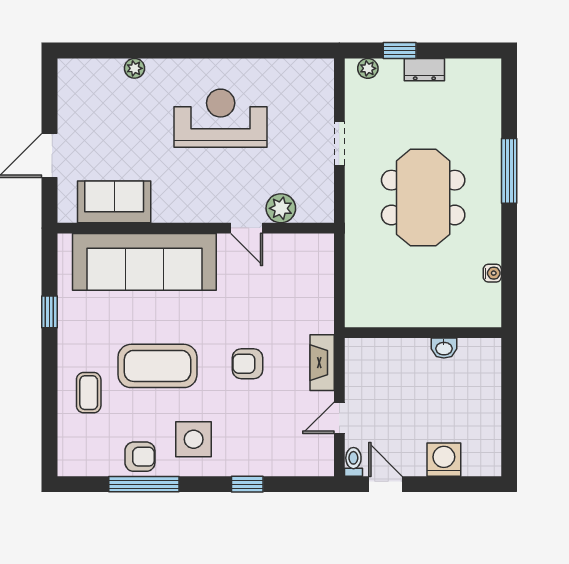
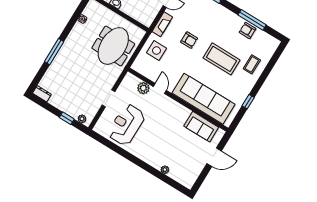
dresser: (424, 70) -> (42, 94), moved
reception desk: (221, 118) -> (126, 125), moved, turned 90
meeting table: (423, 198) -> (113, 46), moved
side table: (194, 439) -> (156, 51), moved

